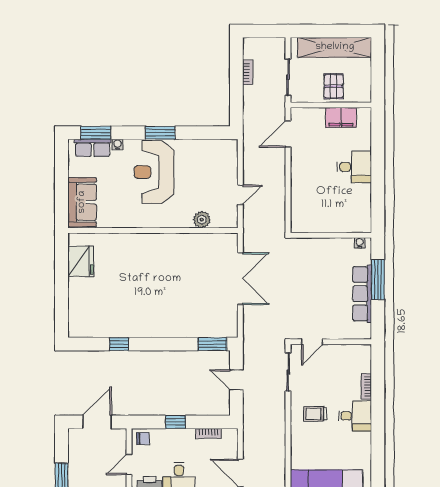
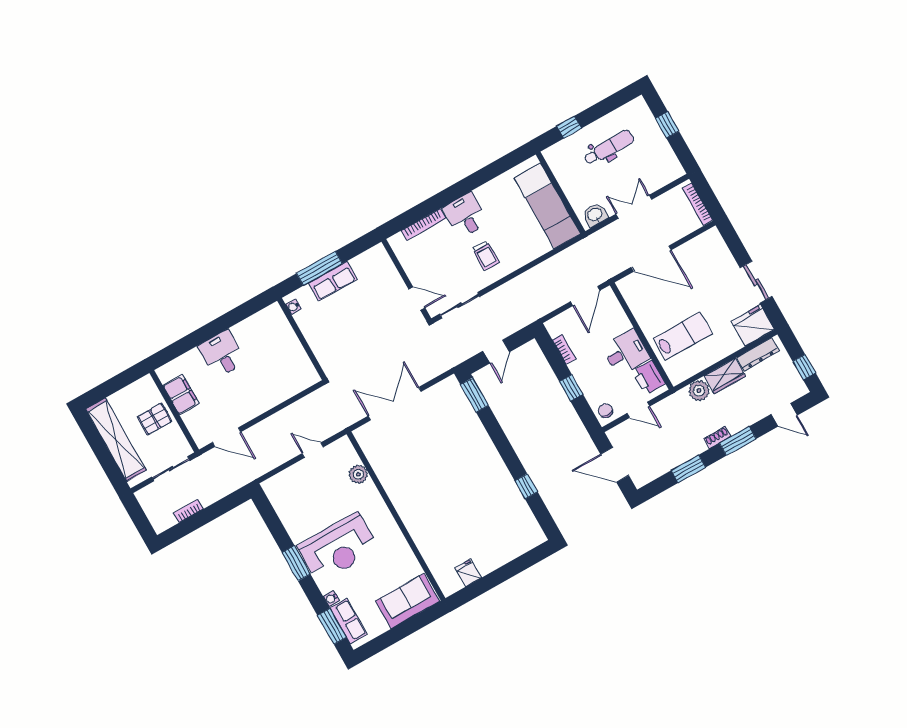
fridge: (81, 261) -> (468, 573), width x0.53, depth x0.75
row of seats: (362, 294) -> (333, 281), width x0.68
bookcase: (366, 386) -> (423, 225), width x1.56

